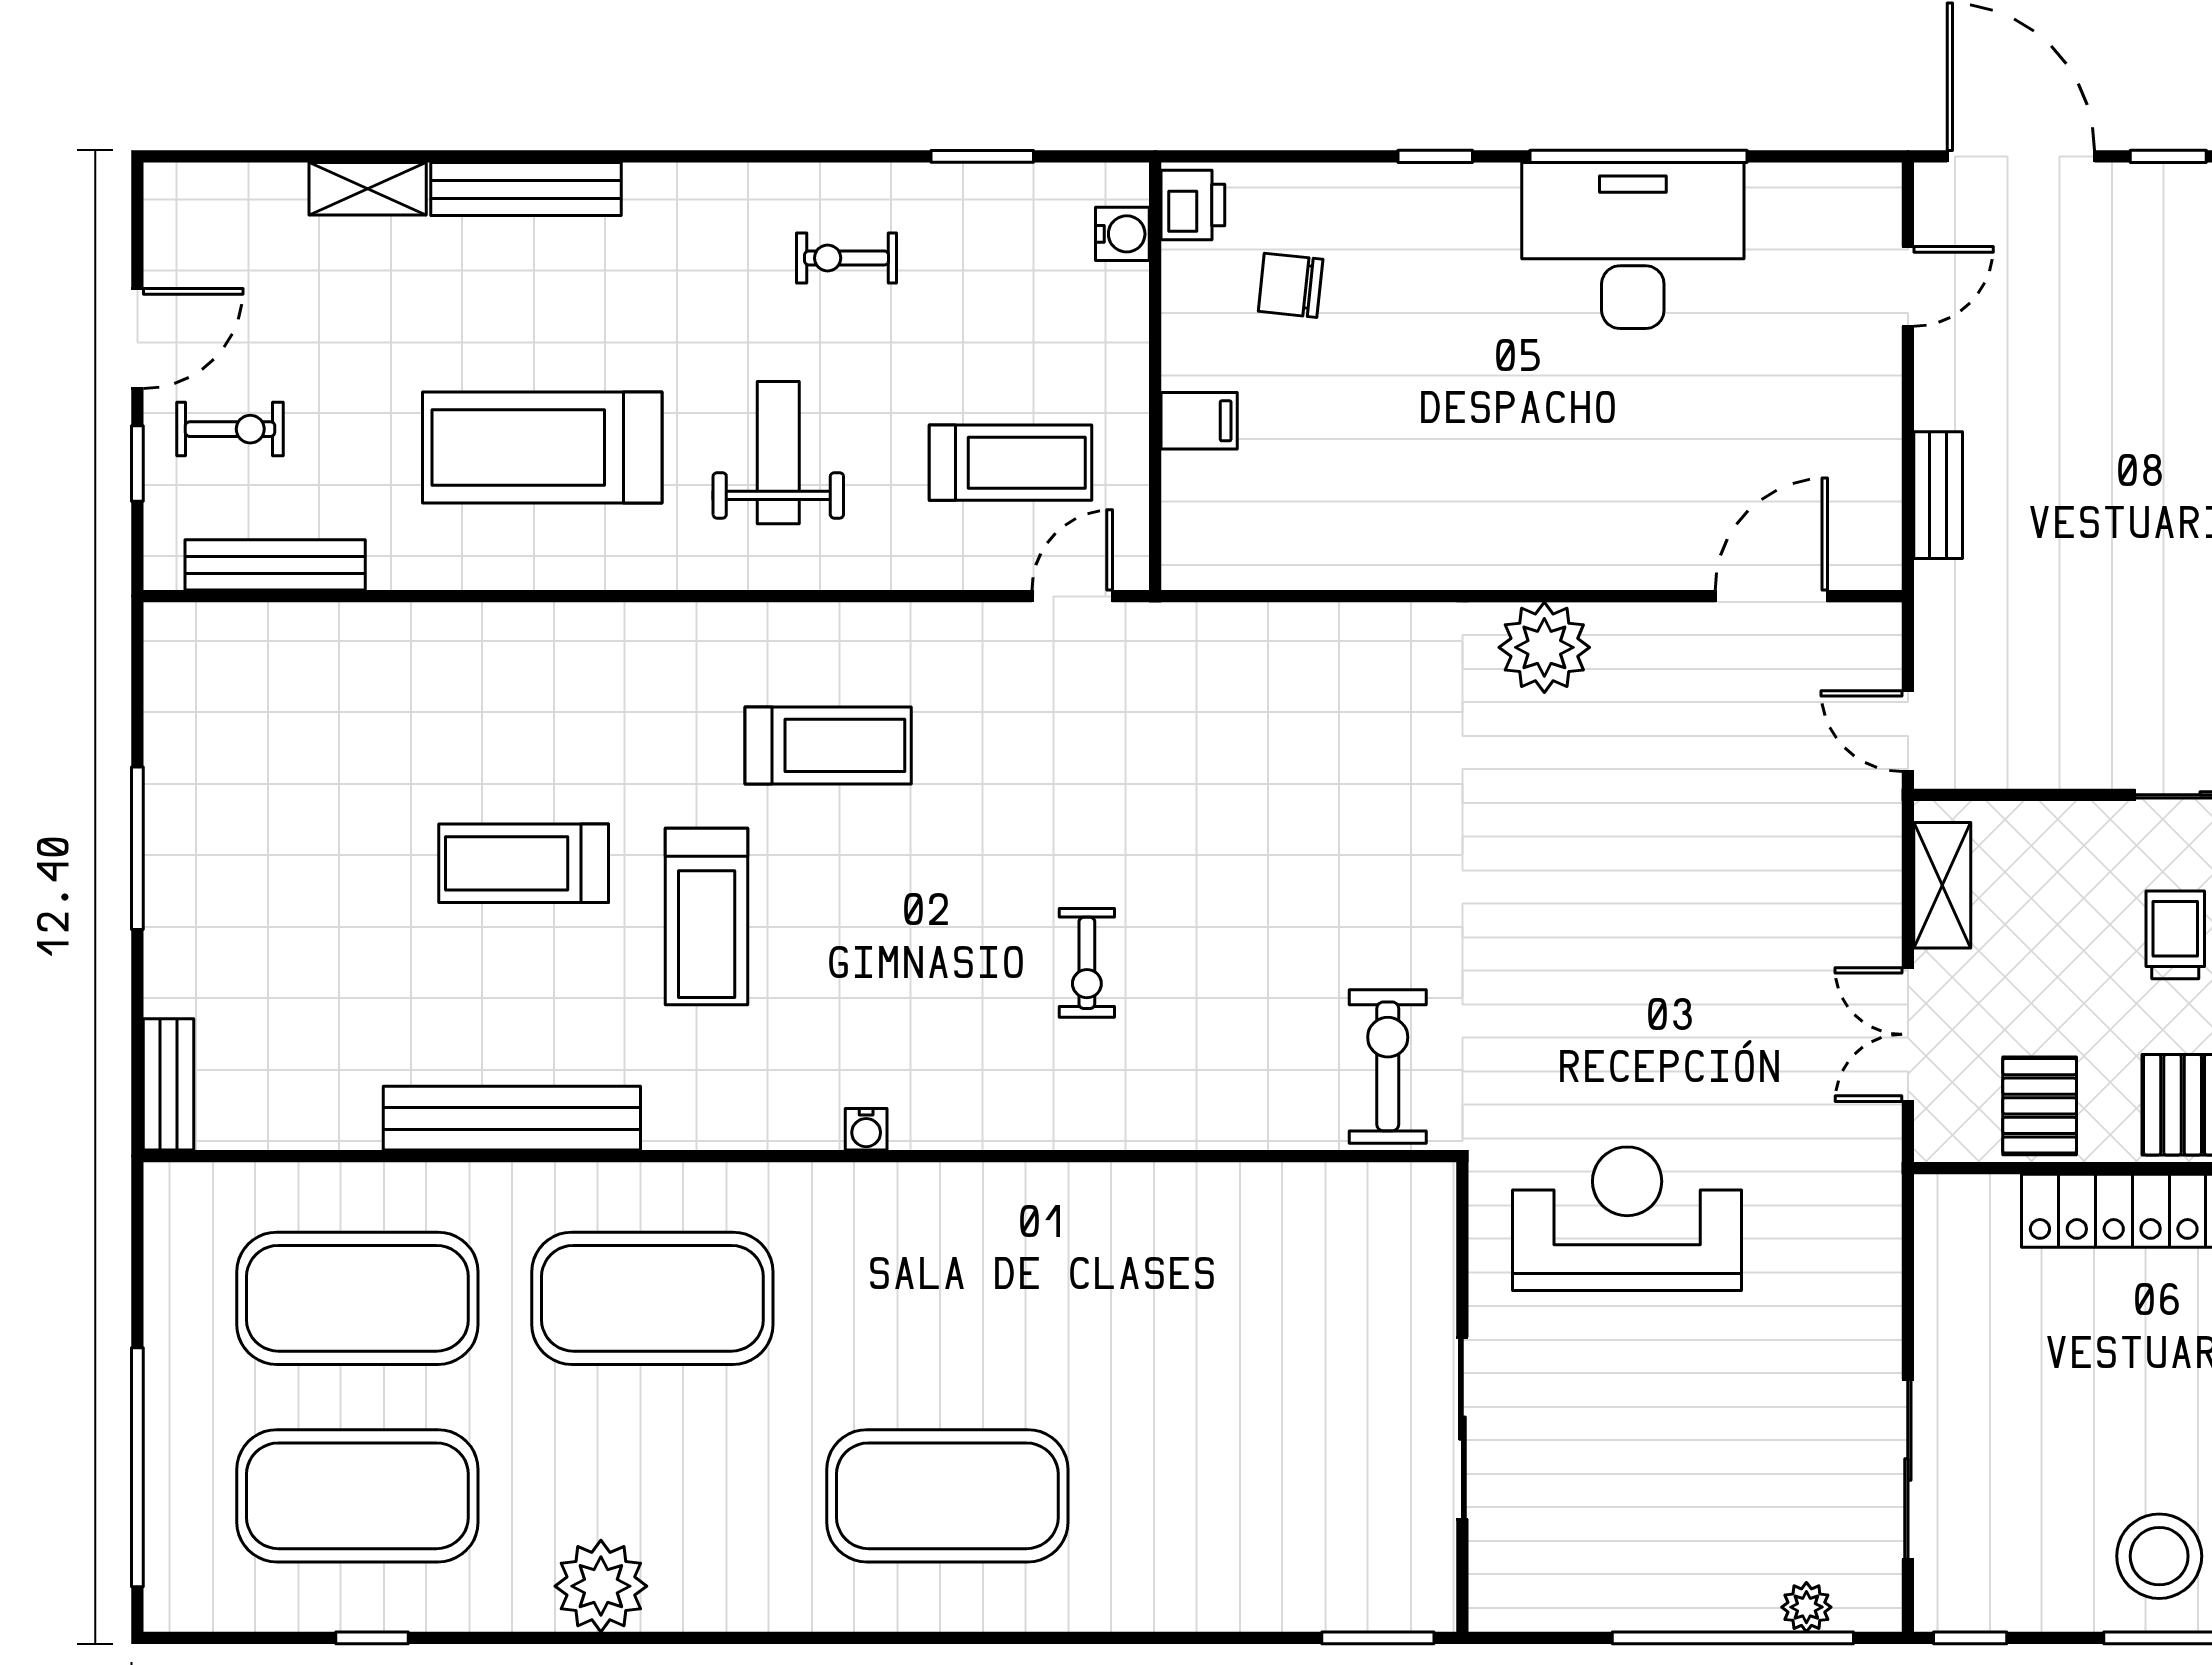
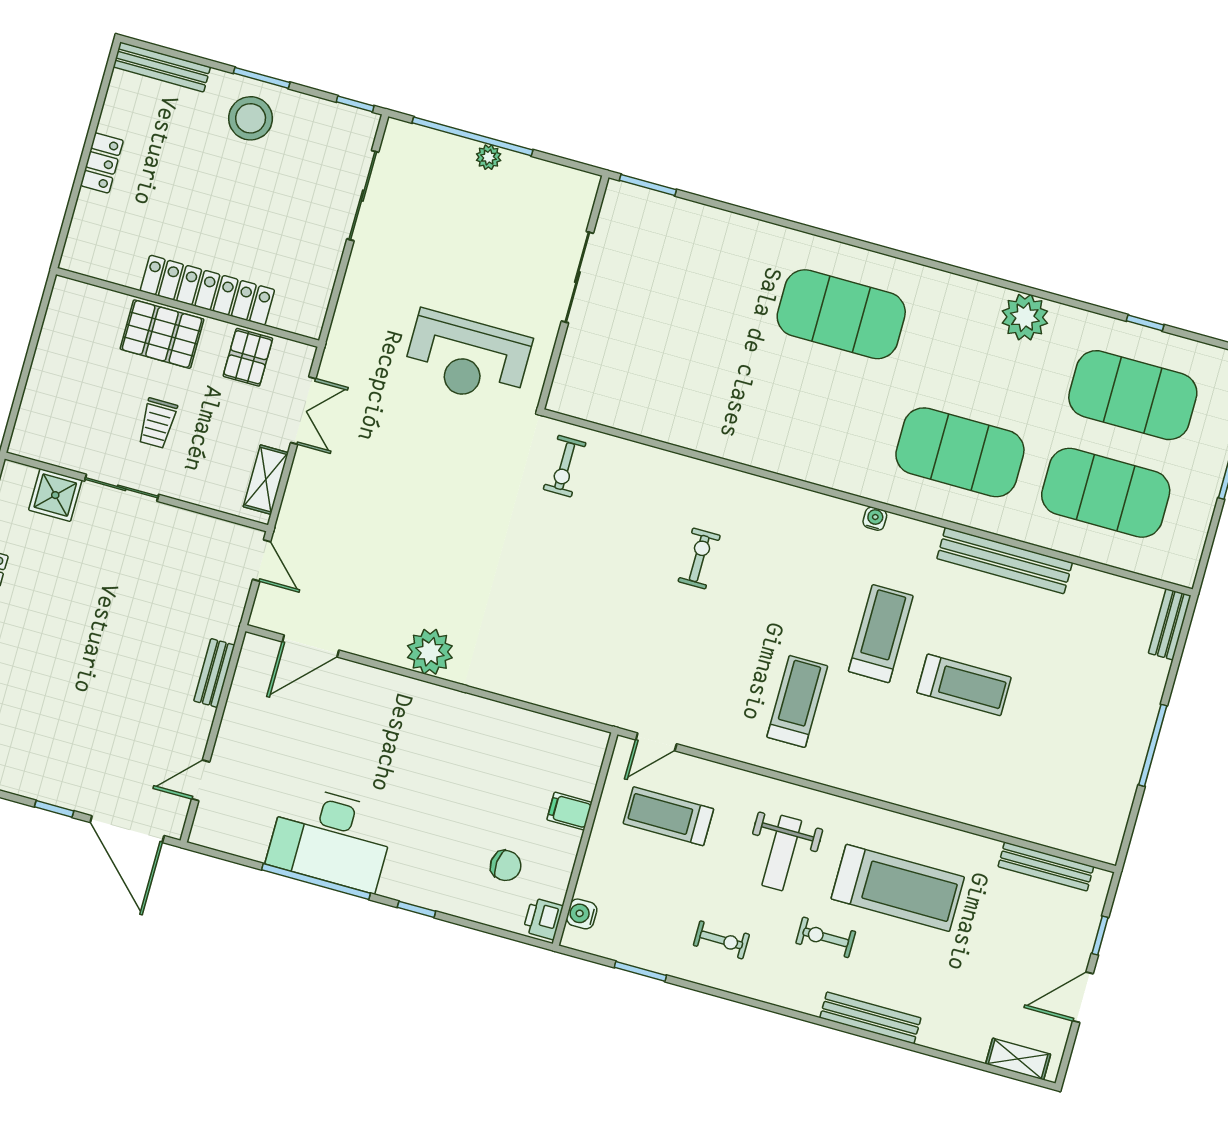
shelving: (368, 189) -> (1018, 1059), moved
exercise bike: (230, 429) -> (826, 937), moved
treadmill: (828, 745) -> (797, 701), turned 90
exercise bike: (1388, 1066) -> (565, 466), width x0.73, depth x0.72
water cooler: (866, 1129) -> (875, 519), moved
plant: (1806, 1607) -> (489, 157), moved

